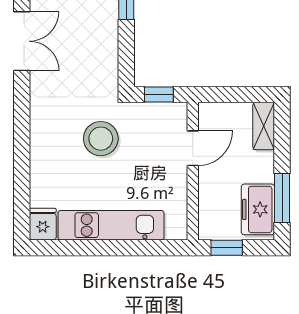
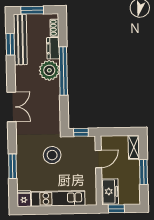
window: (22, 159) -> (13, 166), added
window: (282, 198) -> (144, 172), moved
freezer: (258, 209) -> (110, 191), moved, turned 180

